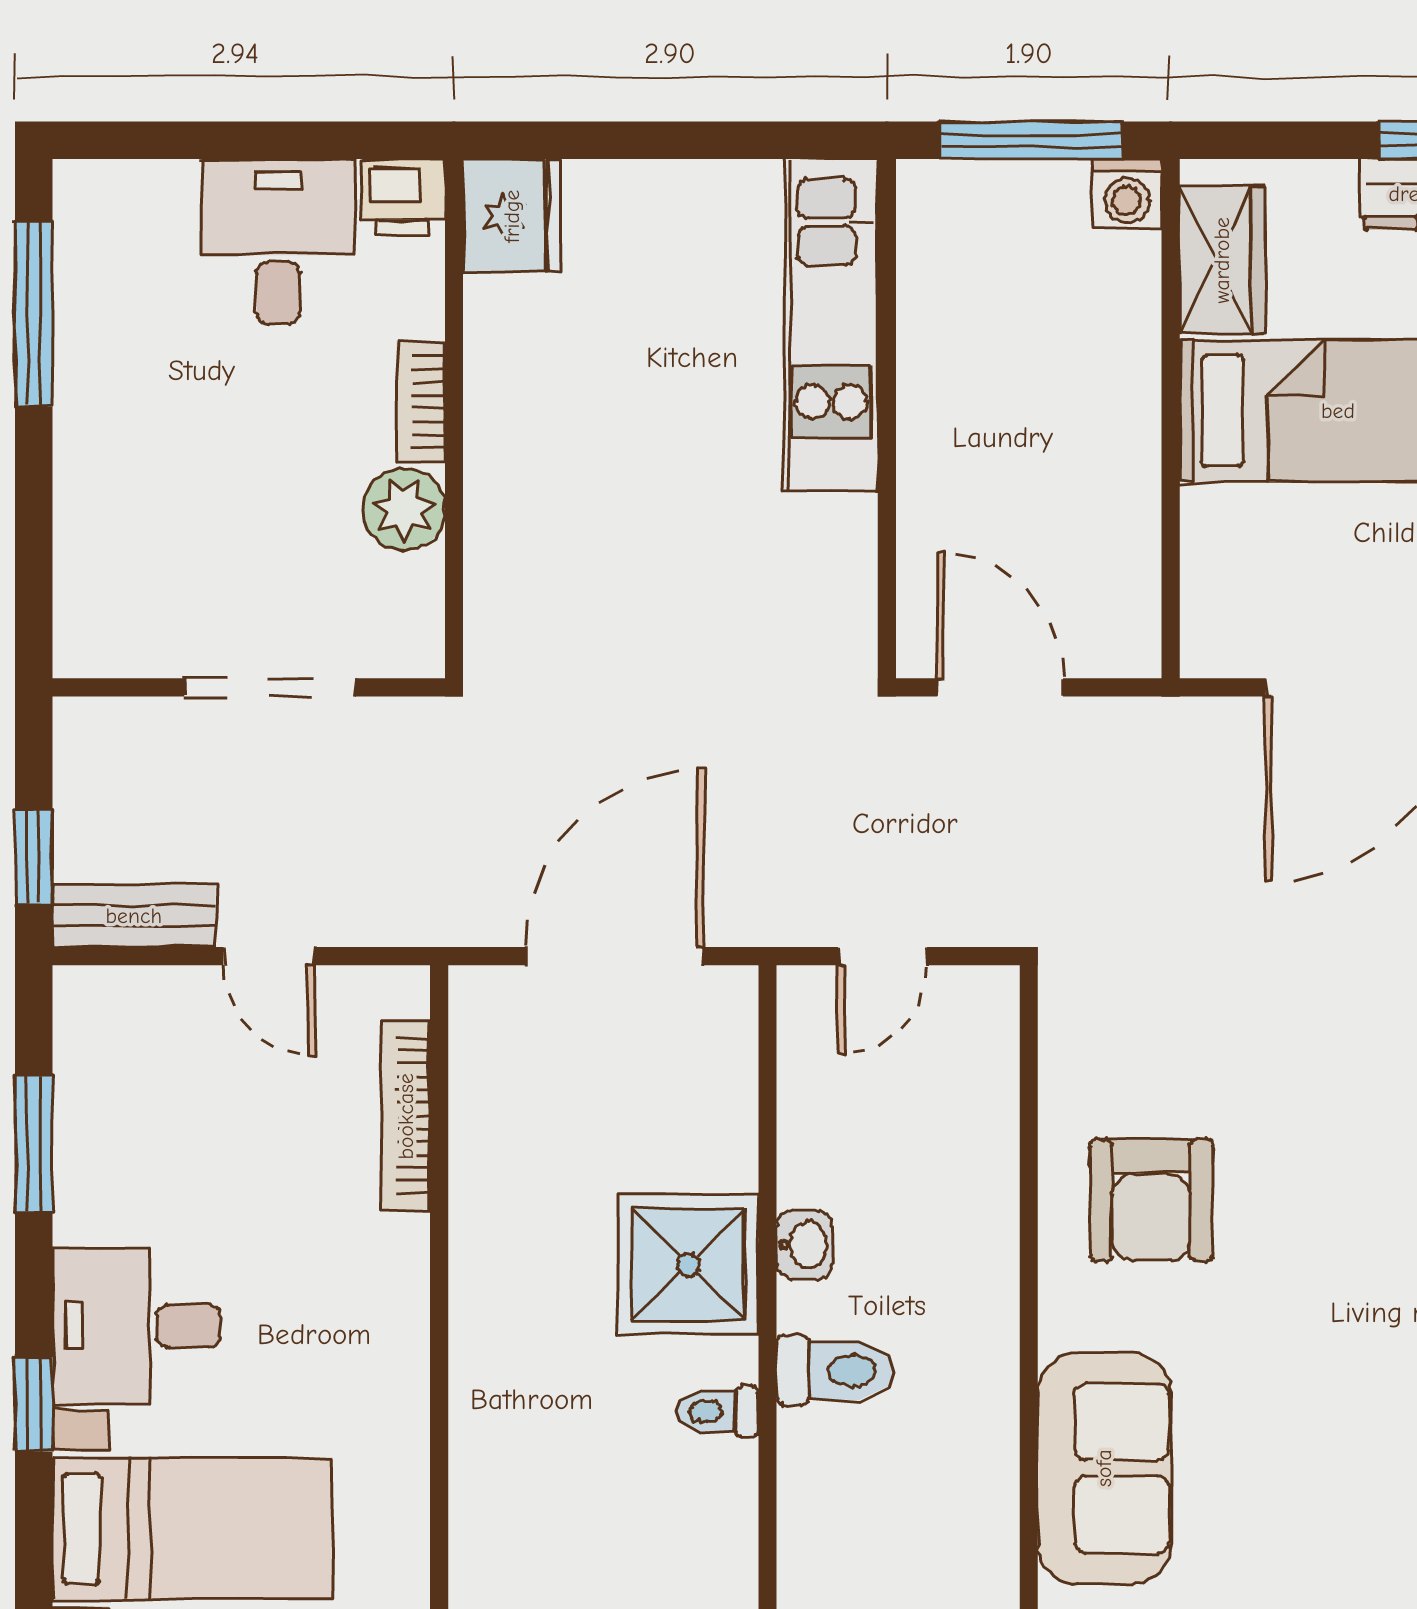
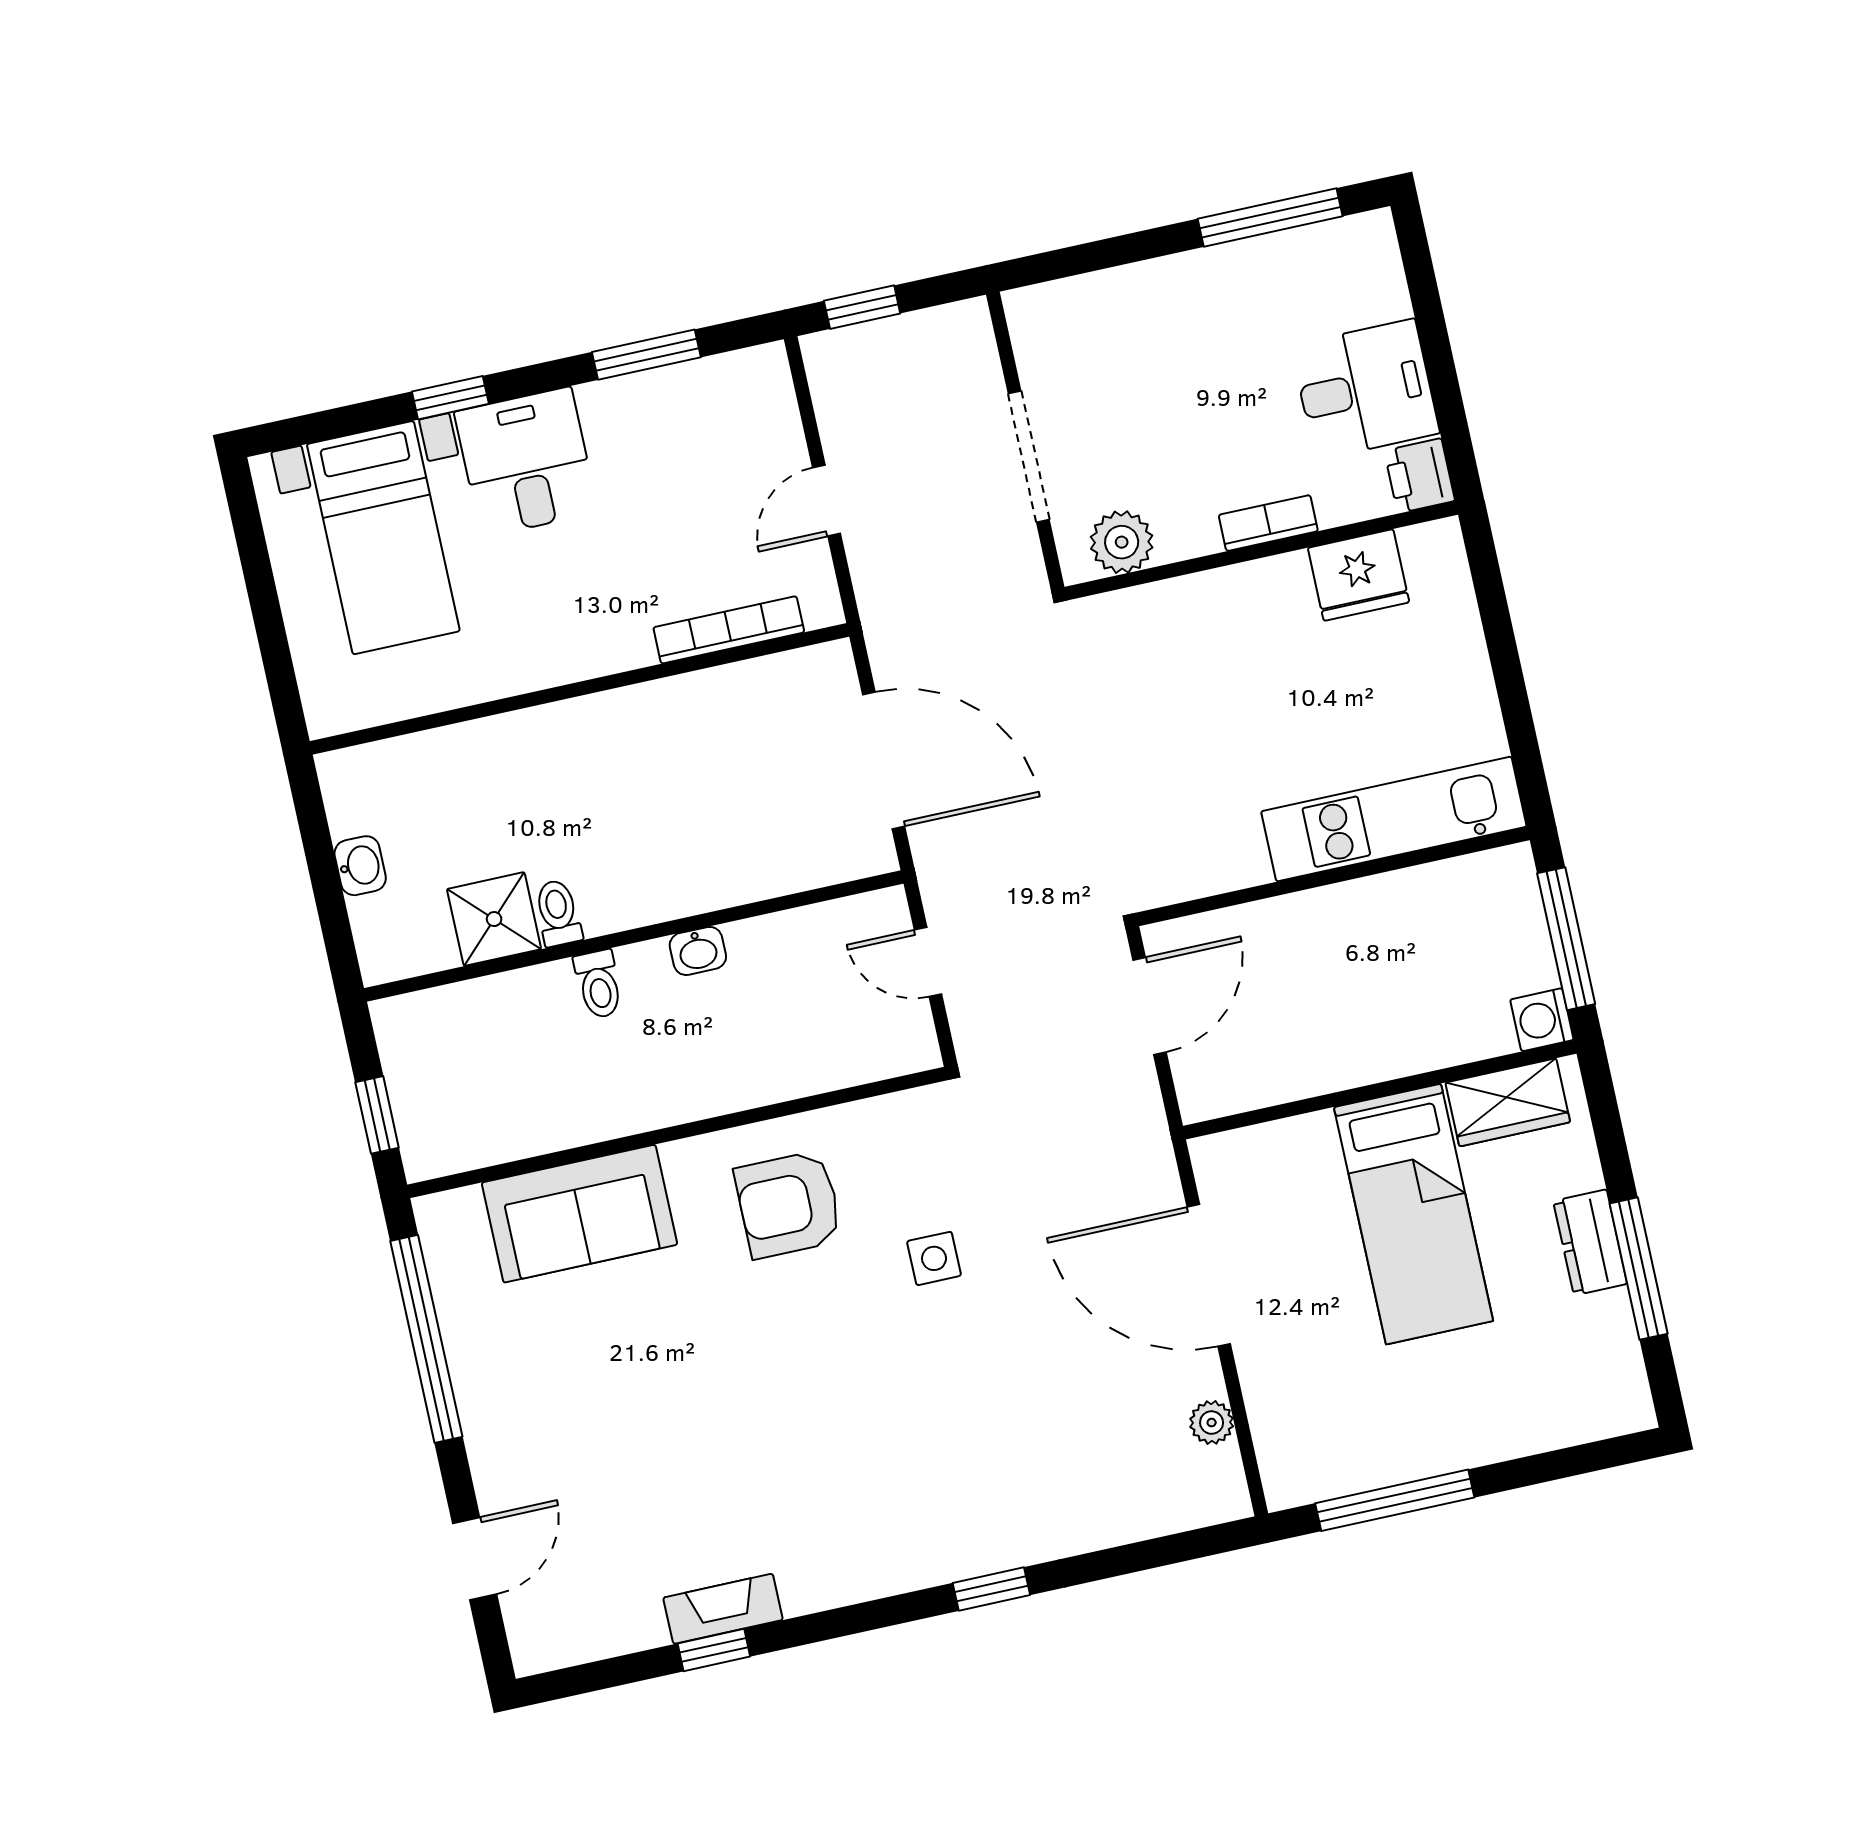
fridge: (512, 216) -> (1359, 575), moved
plant: (404, 510) -> (1122, 542), moved
bench: (134, 916) -> (834, 392), removed
side table: (1260, 1031) -> (934, 1258), added
shower: (688, 1265) -> (494, 919), moved, width x0.73, depth x0.73
toilet: (835, 1370) -> (599, 984), width x0.73, depth x0.72

